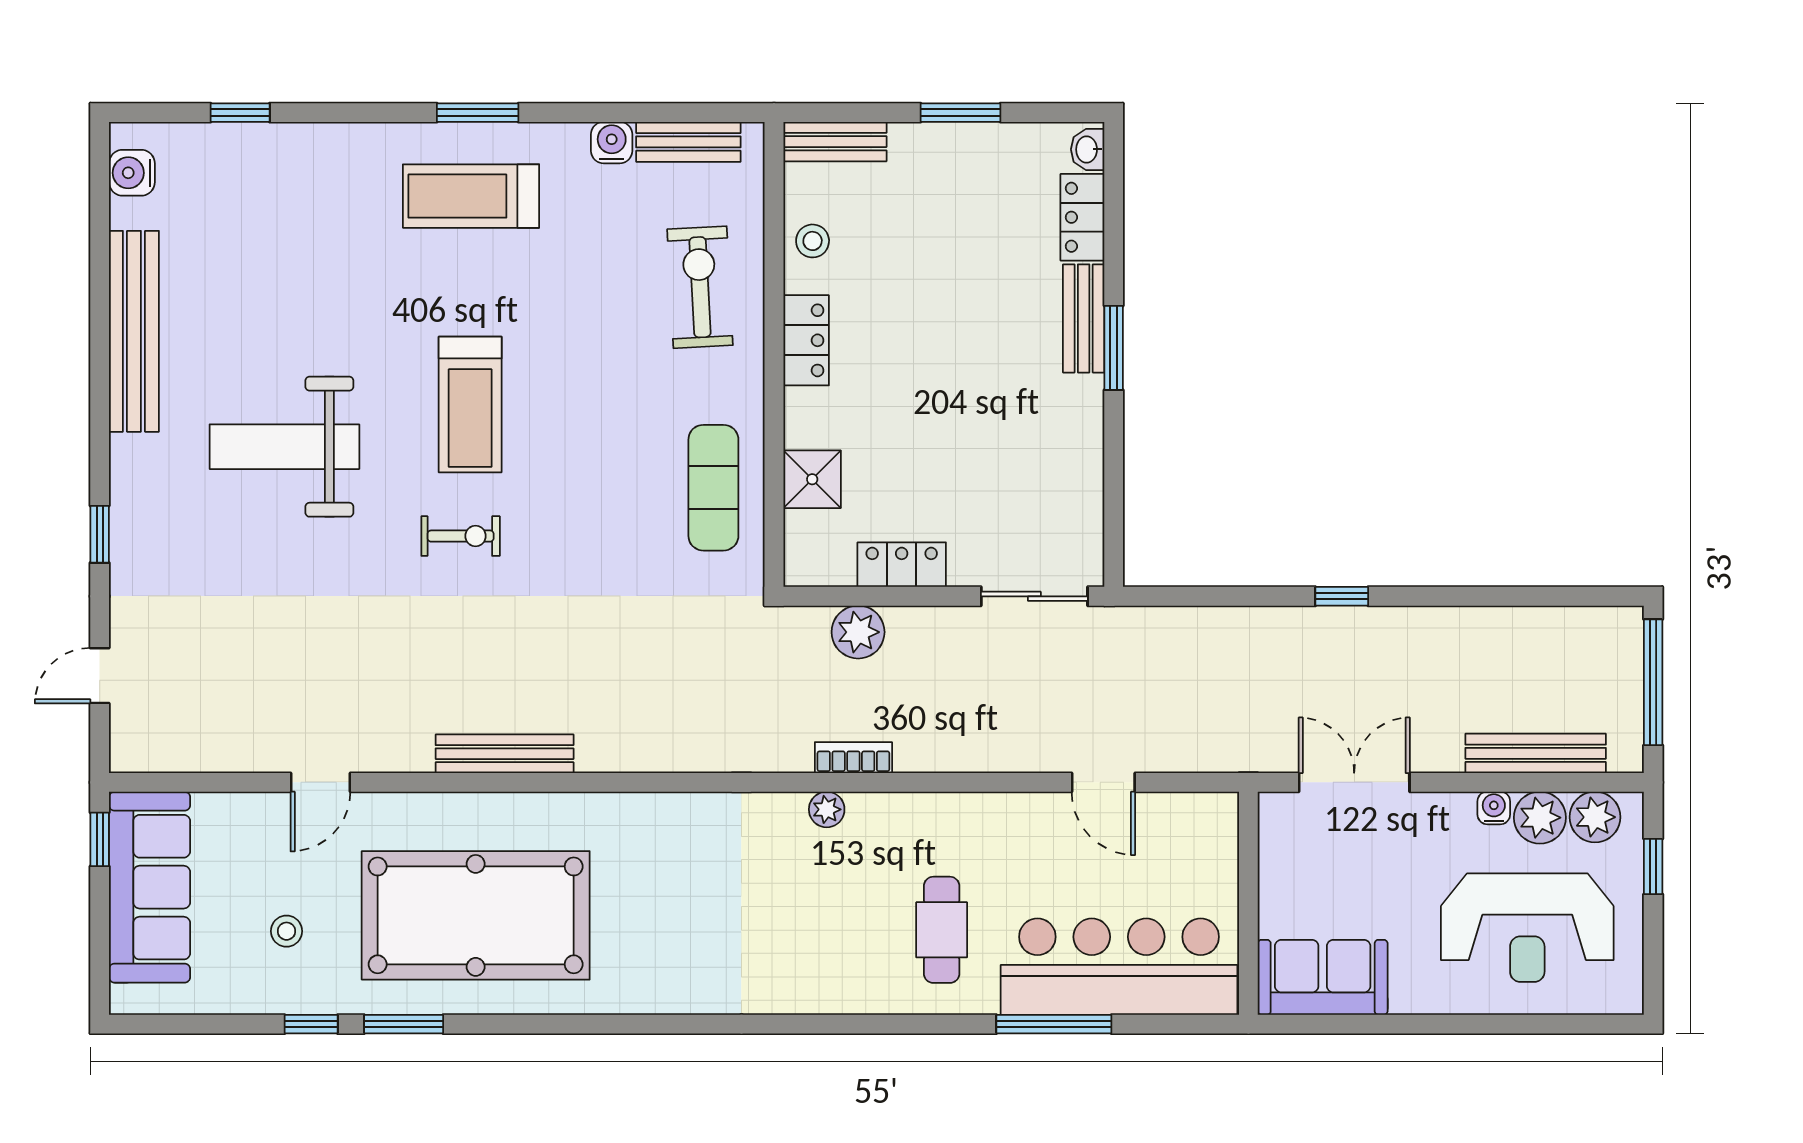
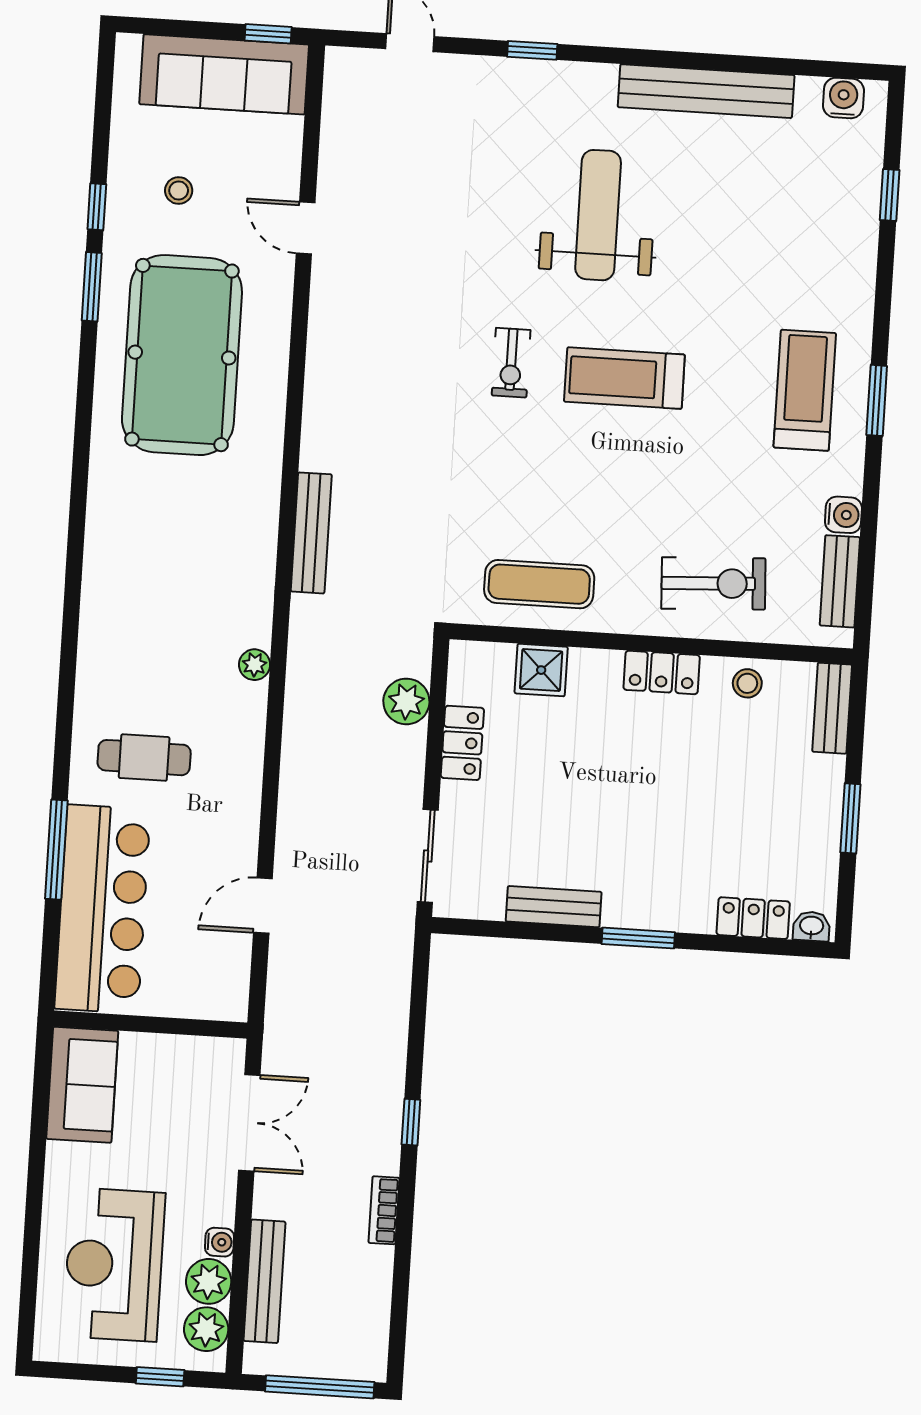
bench: (1084, 318) -> (554, 907), moved
bench: (505, 754) -> (311, 533), moved
bookcase: (853, 758) -> (384, 1210), moved, turned 180

